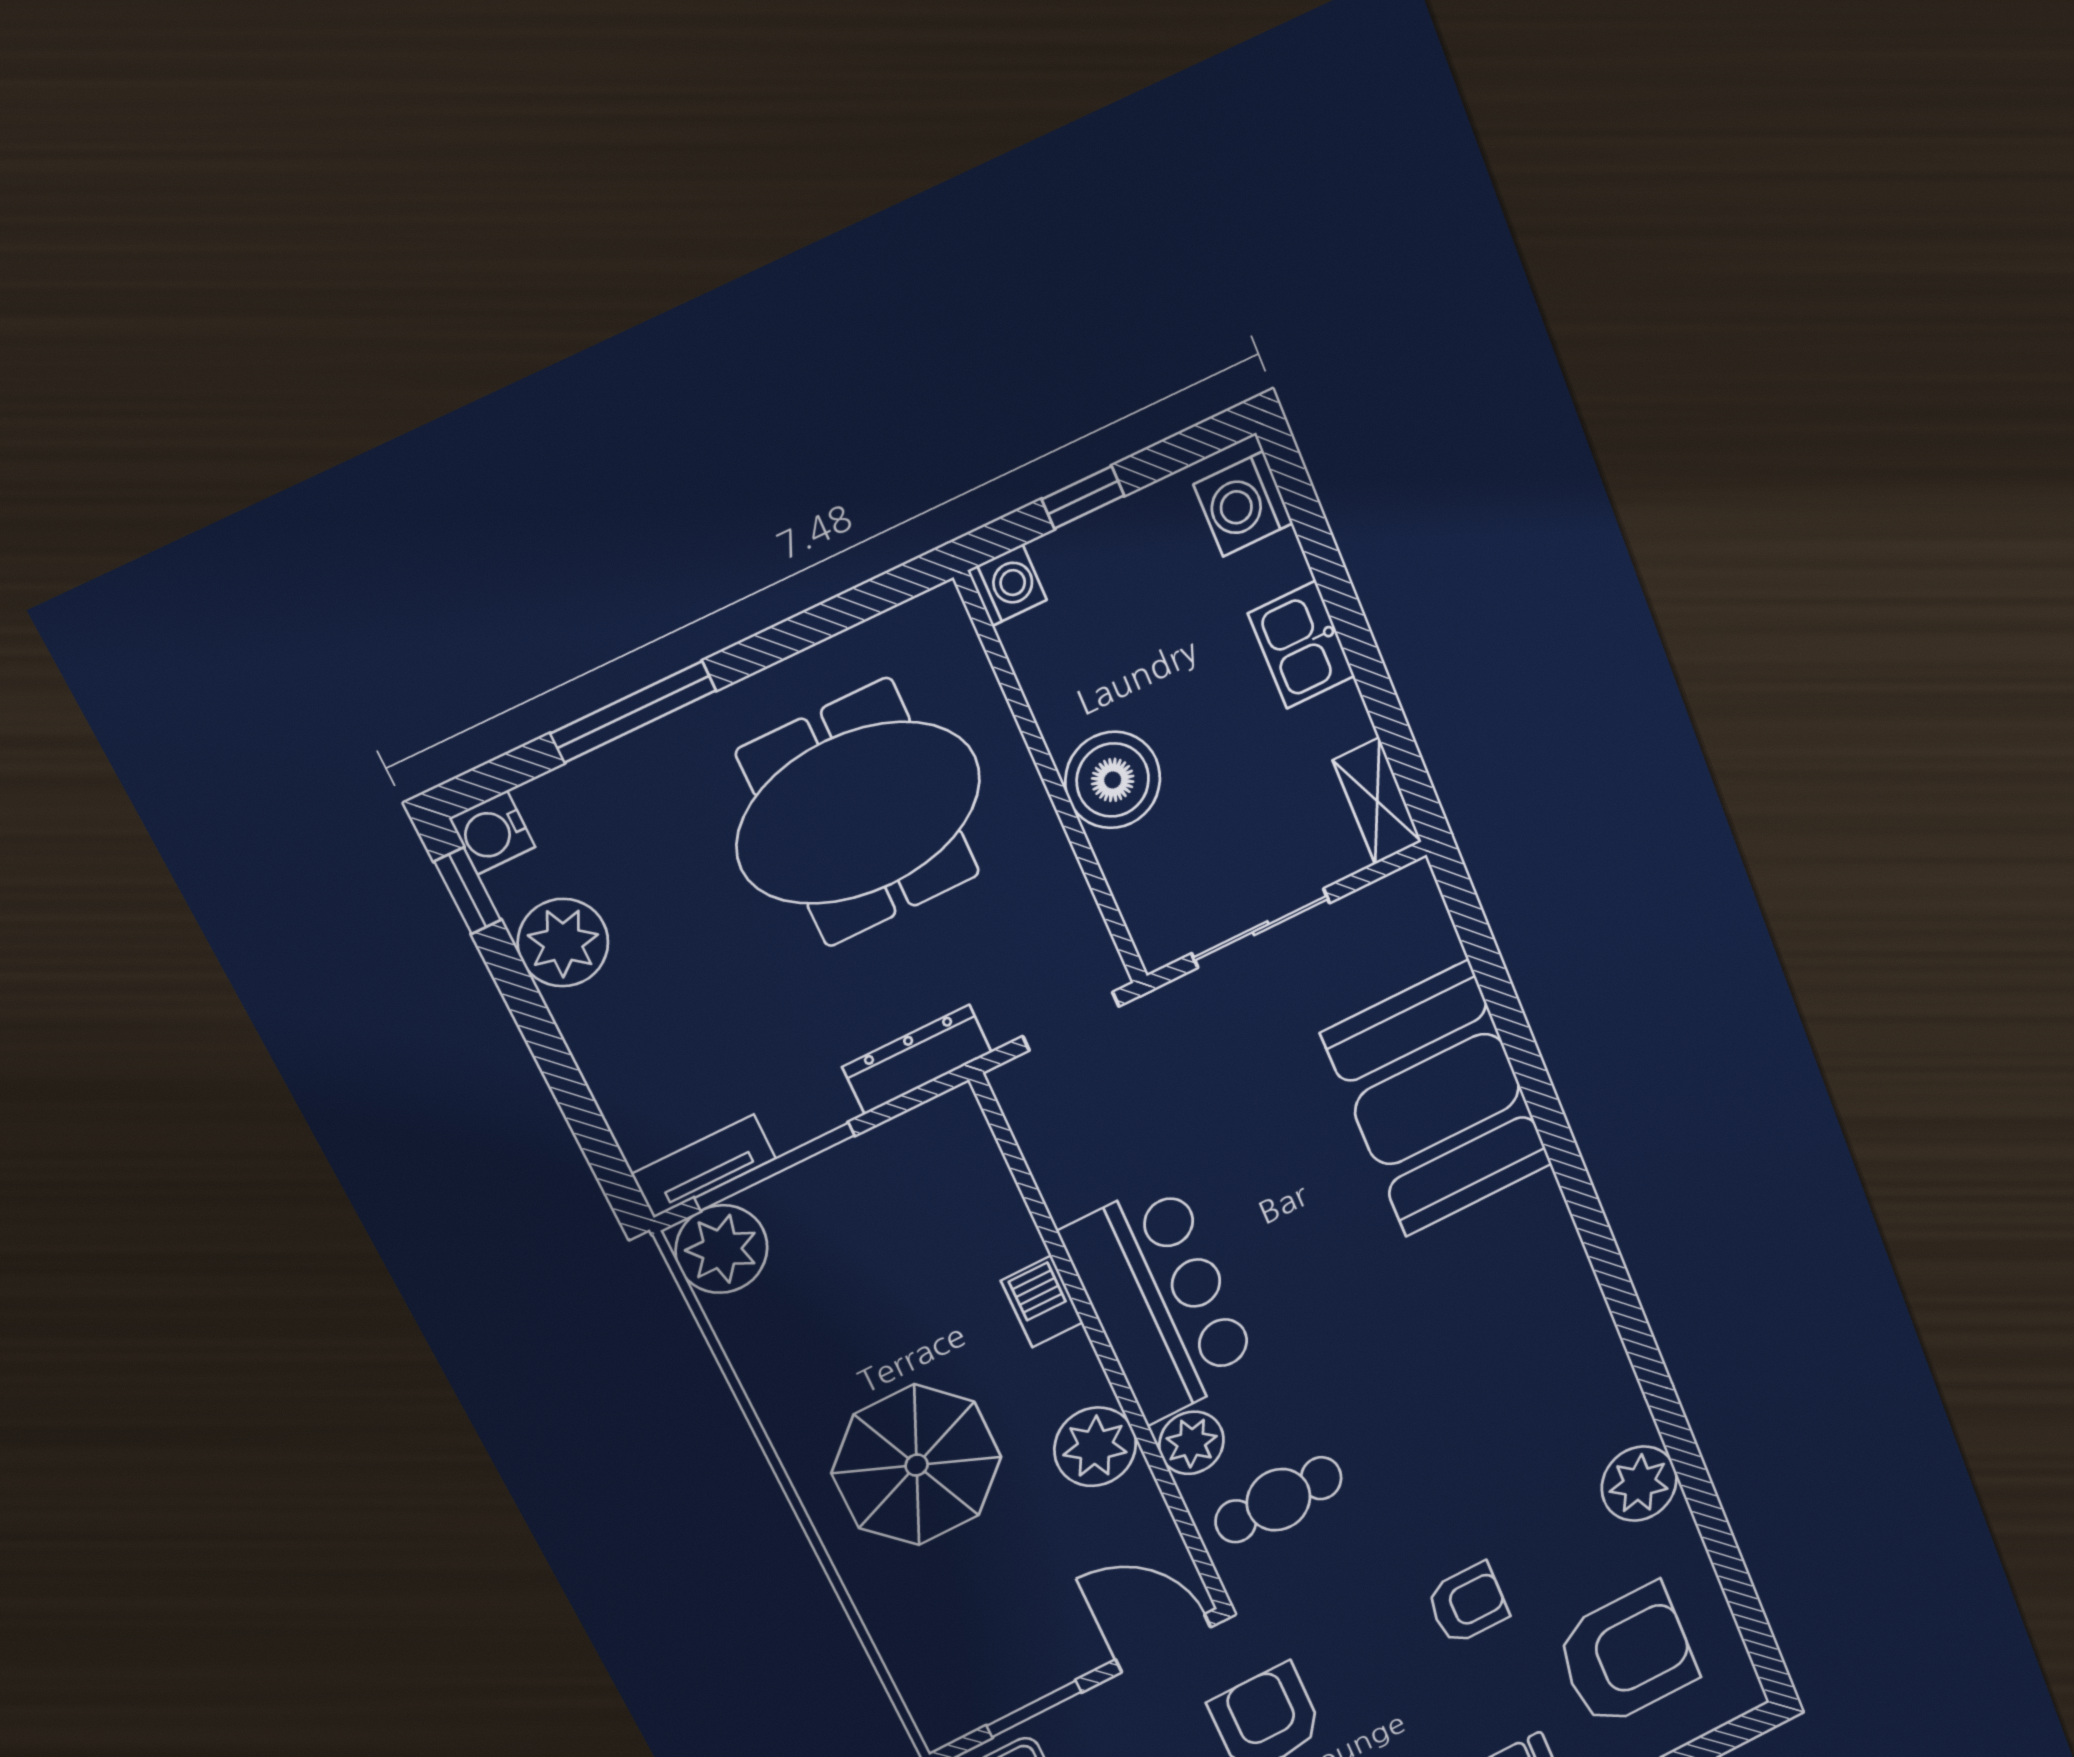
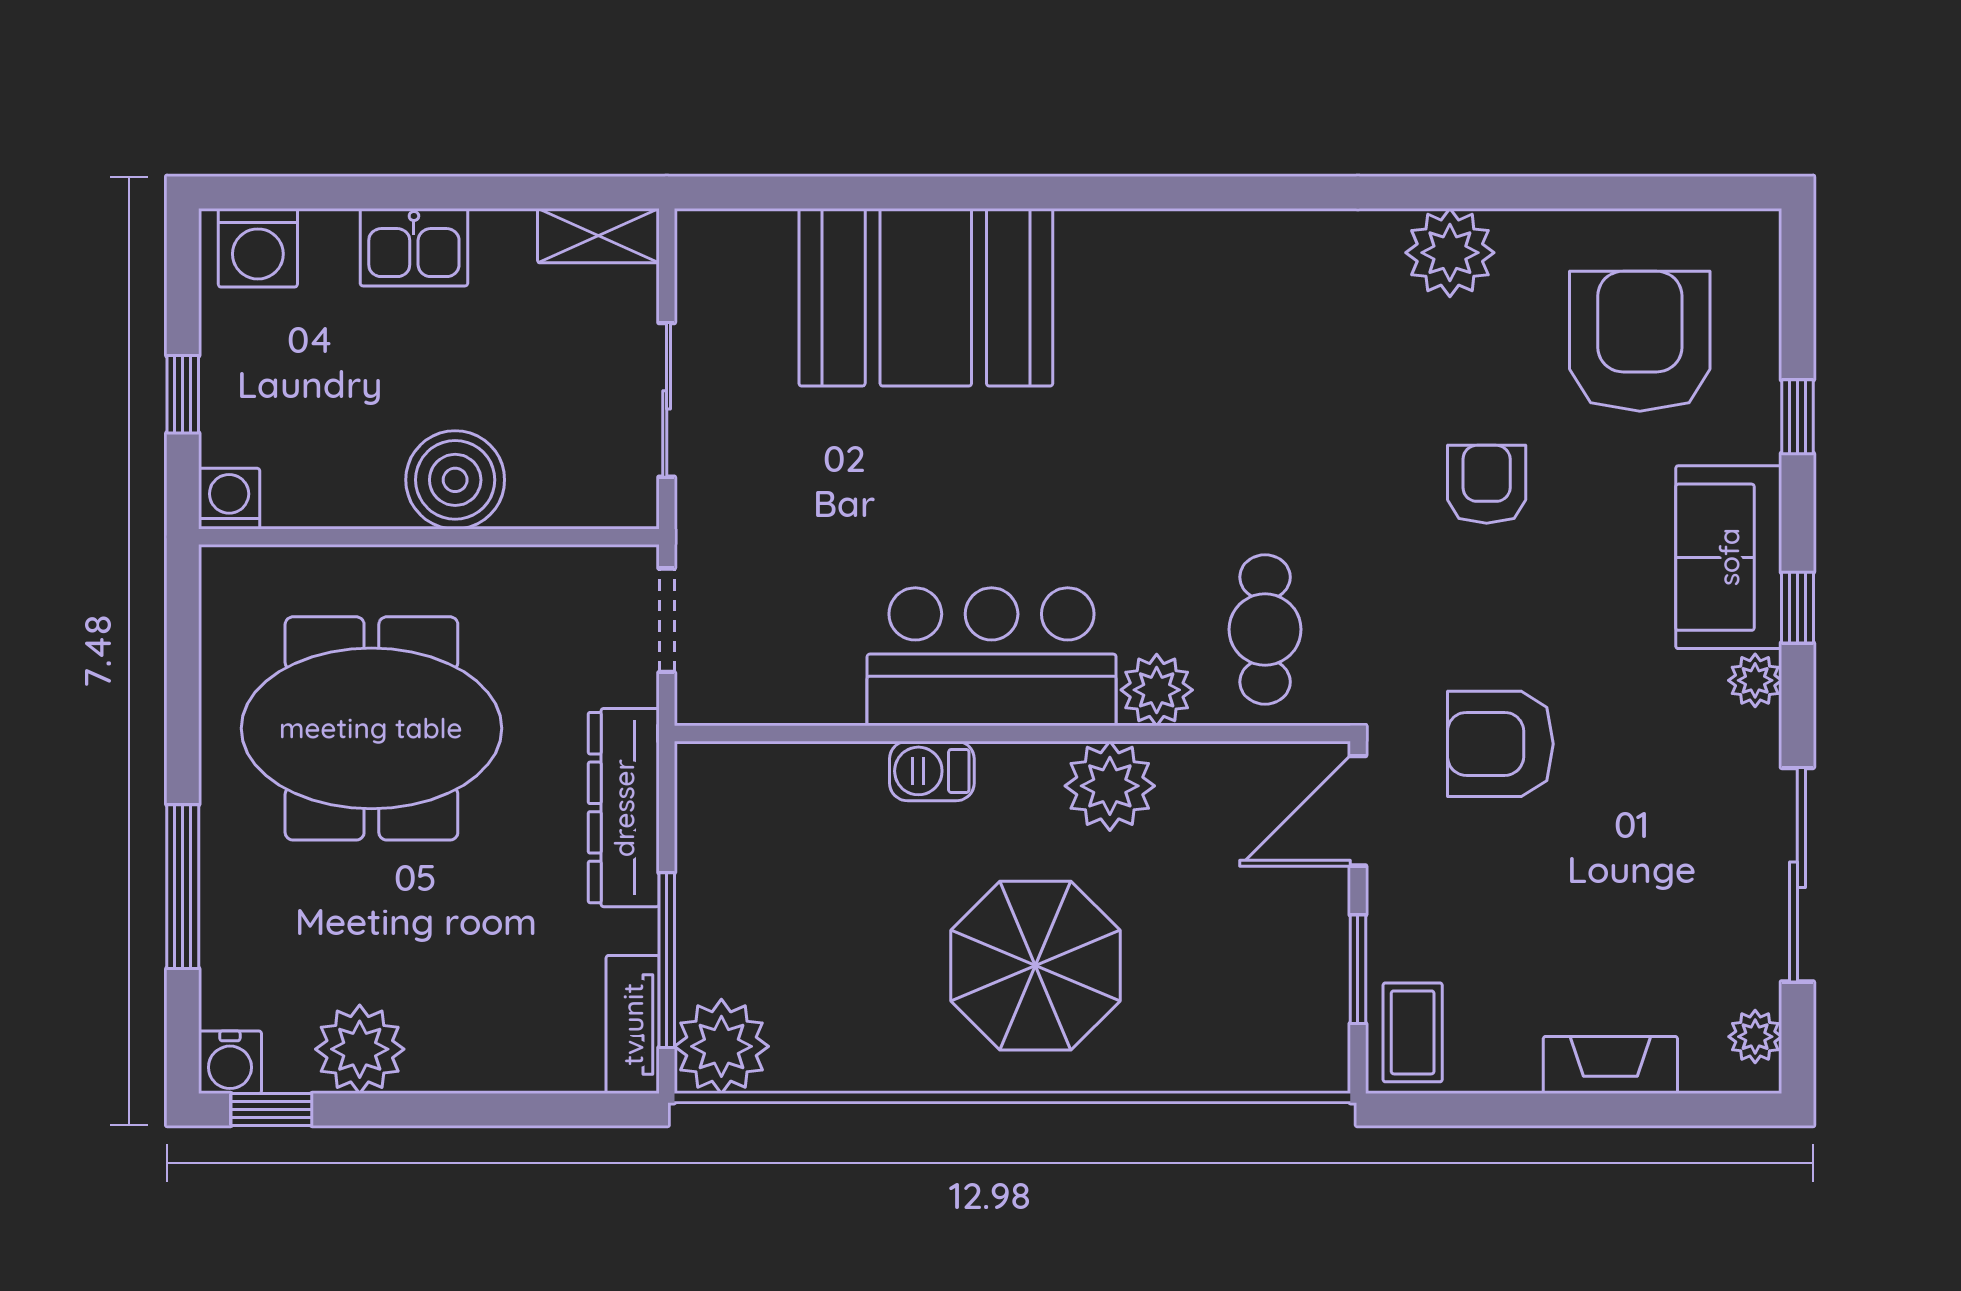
meeting table: (859, 813) -> (371, 728), turned 90
dresser: (917, 1060) -> (624, 808), width x1.37, depth x1.24

